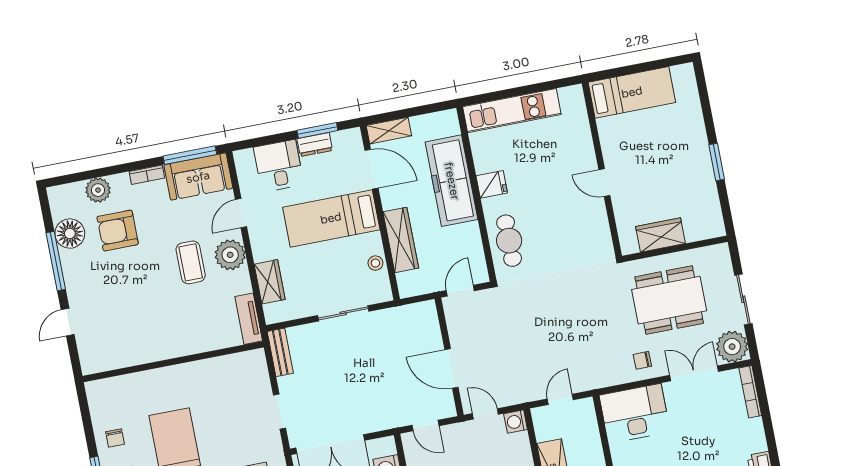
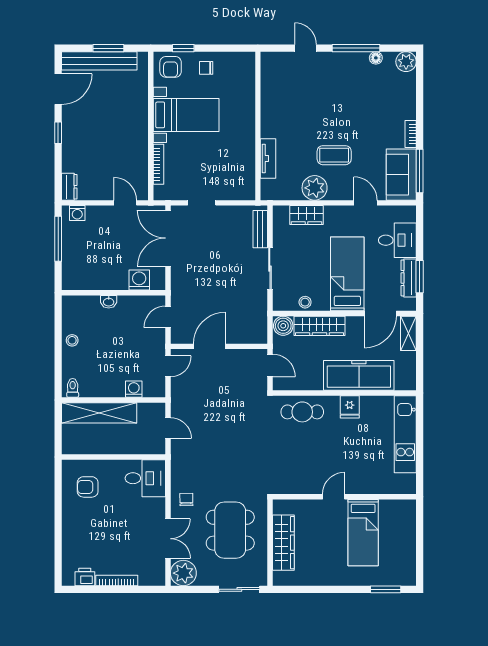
bed: (632, 92) -> (363, 533), moved
dresser: (315, 145) -> (409, 278), width x1.44
window: (717, 162) -> (386, 589), moved
plant: (98, 190) -> (406, 62), moved
armchair: (118, 231) -> (371, 102), removed
floor lamp: (70, 234) -> (376, 58), width x0.53, depth x0.53
wardrobe: (661, 235) -> (283, 543), width x1.50
plant: (230, 255) -> (315, 188), moved
boiler: (409, 284) -> (283, 326), added
sliding door: (743, 299) -> (239, 589), moved
tv unit: (249, 319) -> (268, 158), moved, turned 90
bench: (280, 352) -> (260, 229), moved, turned 90
bookcase: (750, 392) -> (117, 581), moved
desk: (635, 413) -> (145, 478), width x0.73
washing machine: (516, 422) -> (134, 389), moved

